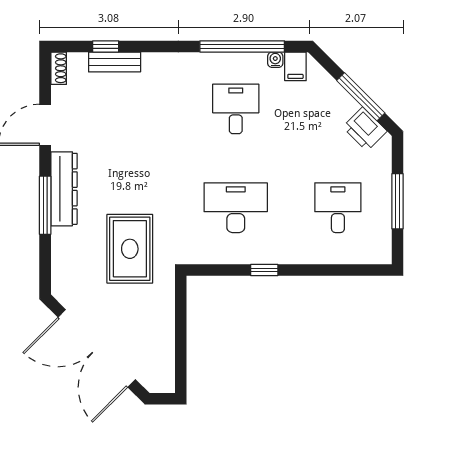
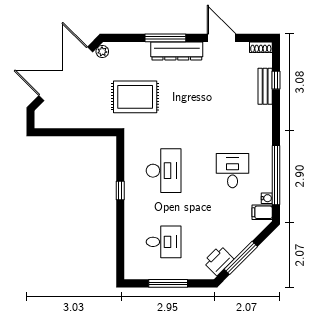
desk: (236, 109) -> (233, 171), turned -90
plant: (65, 296) -> (102, 52), added

